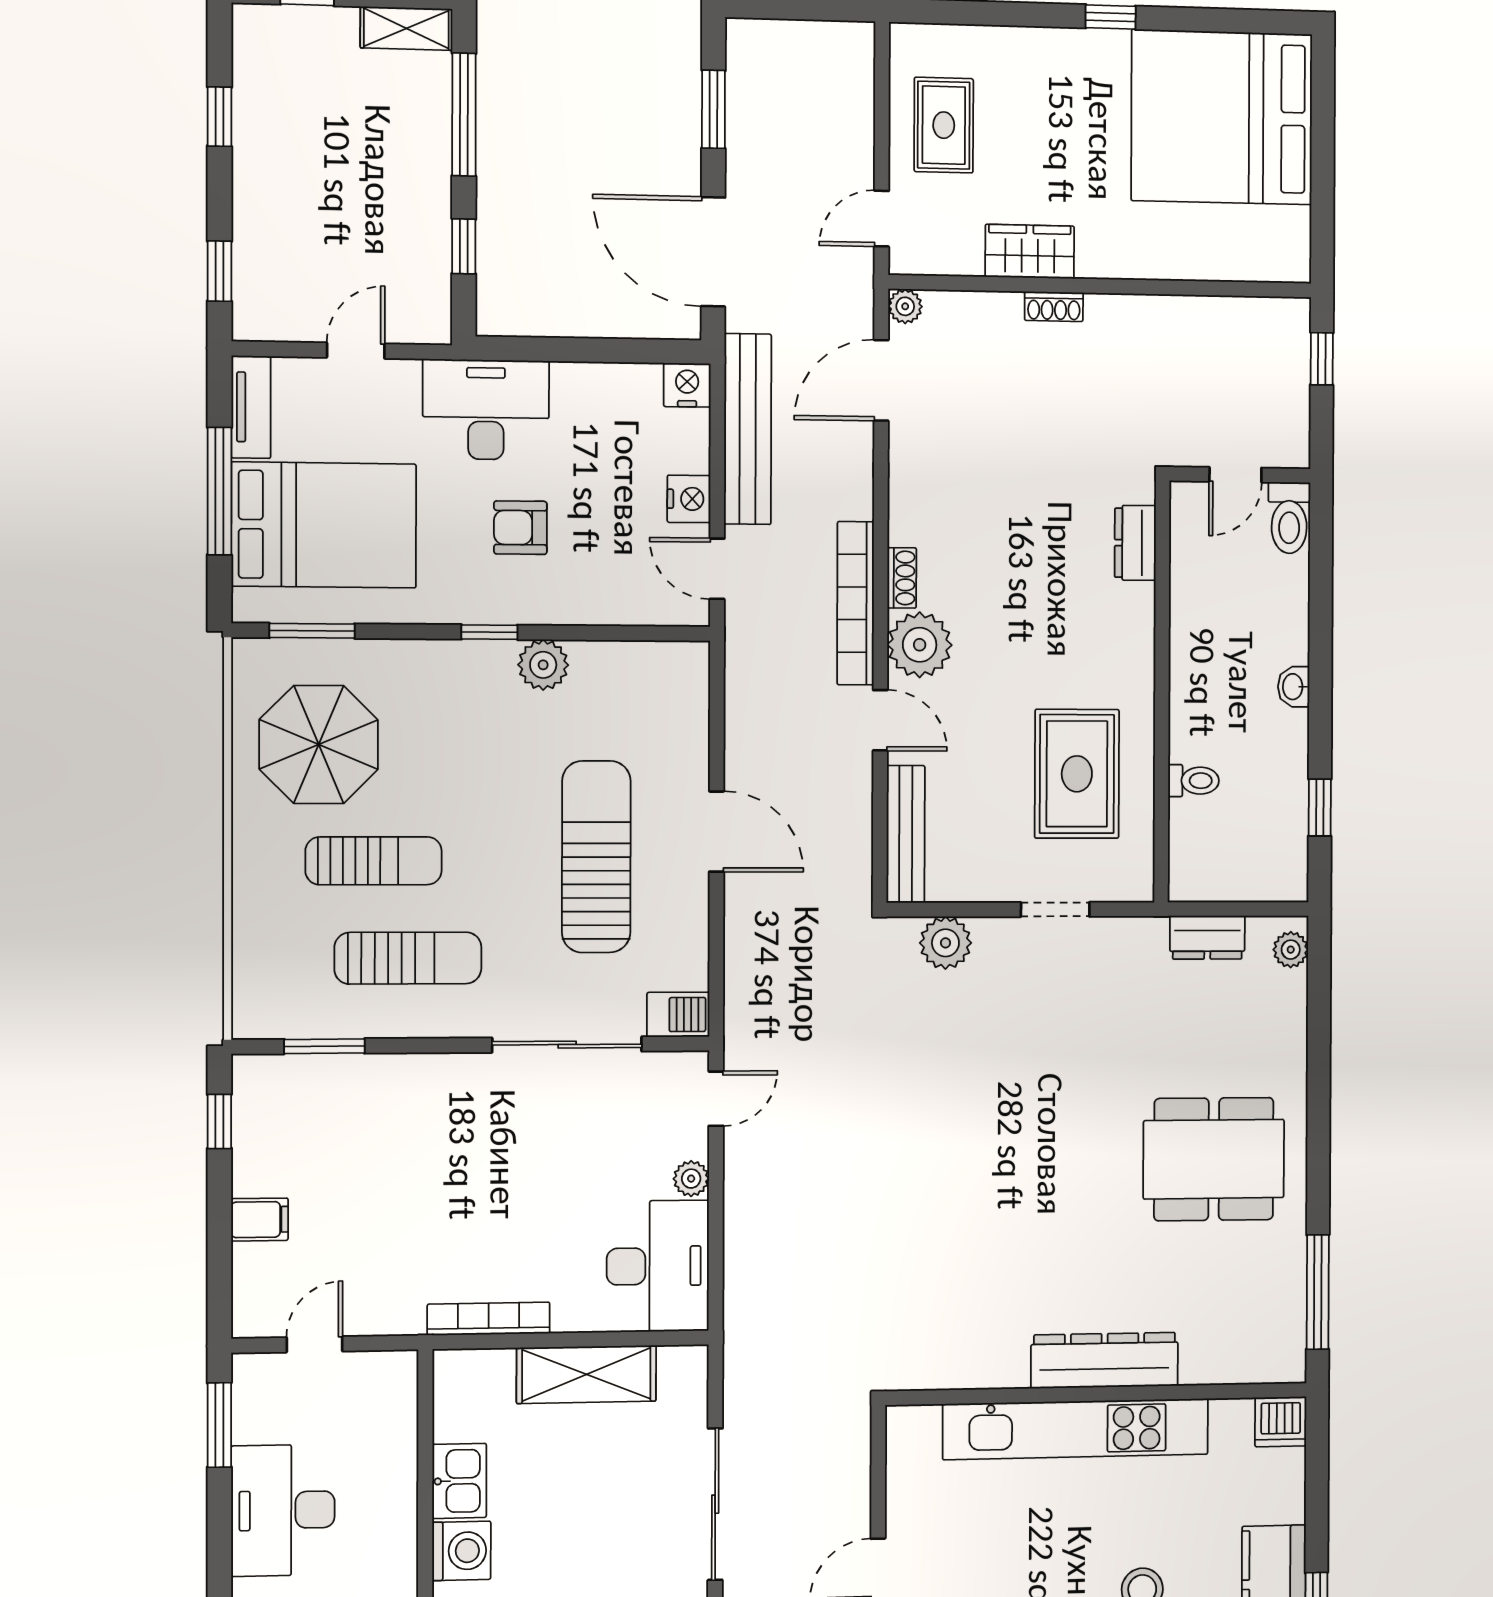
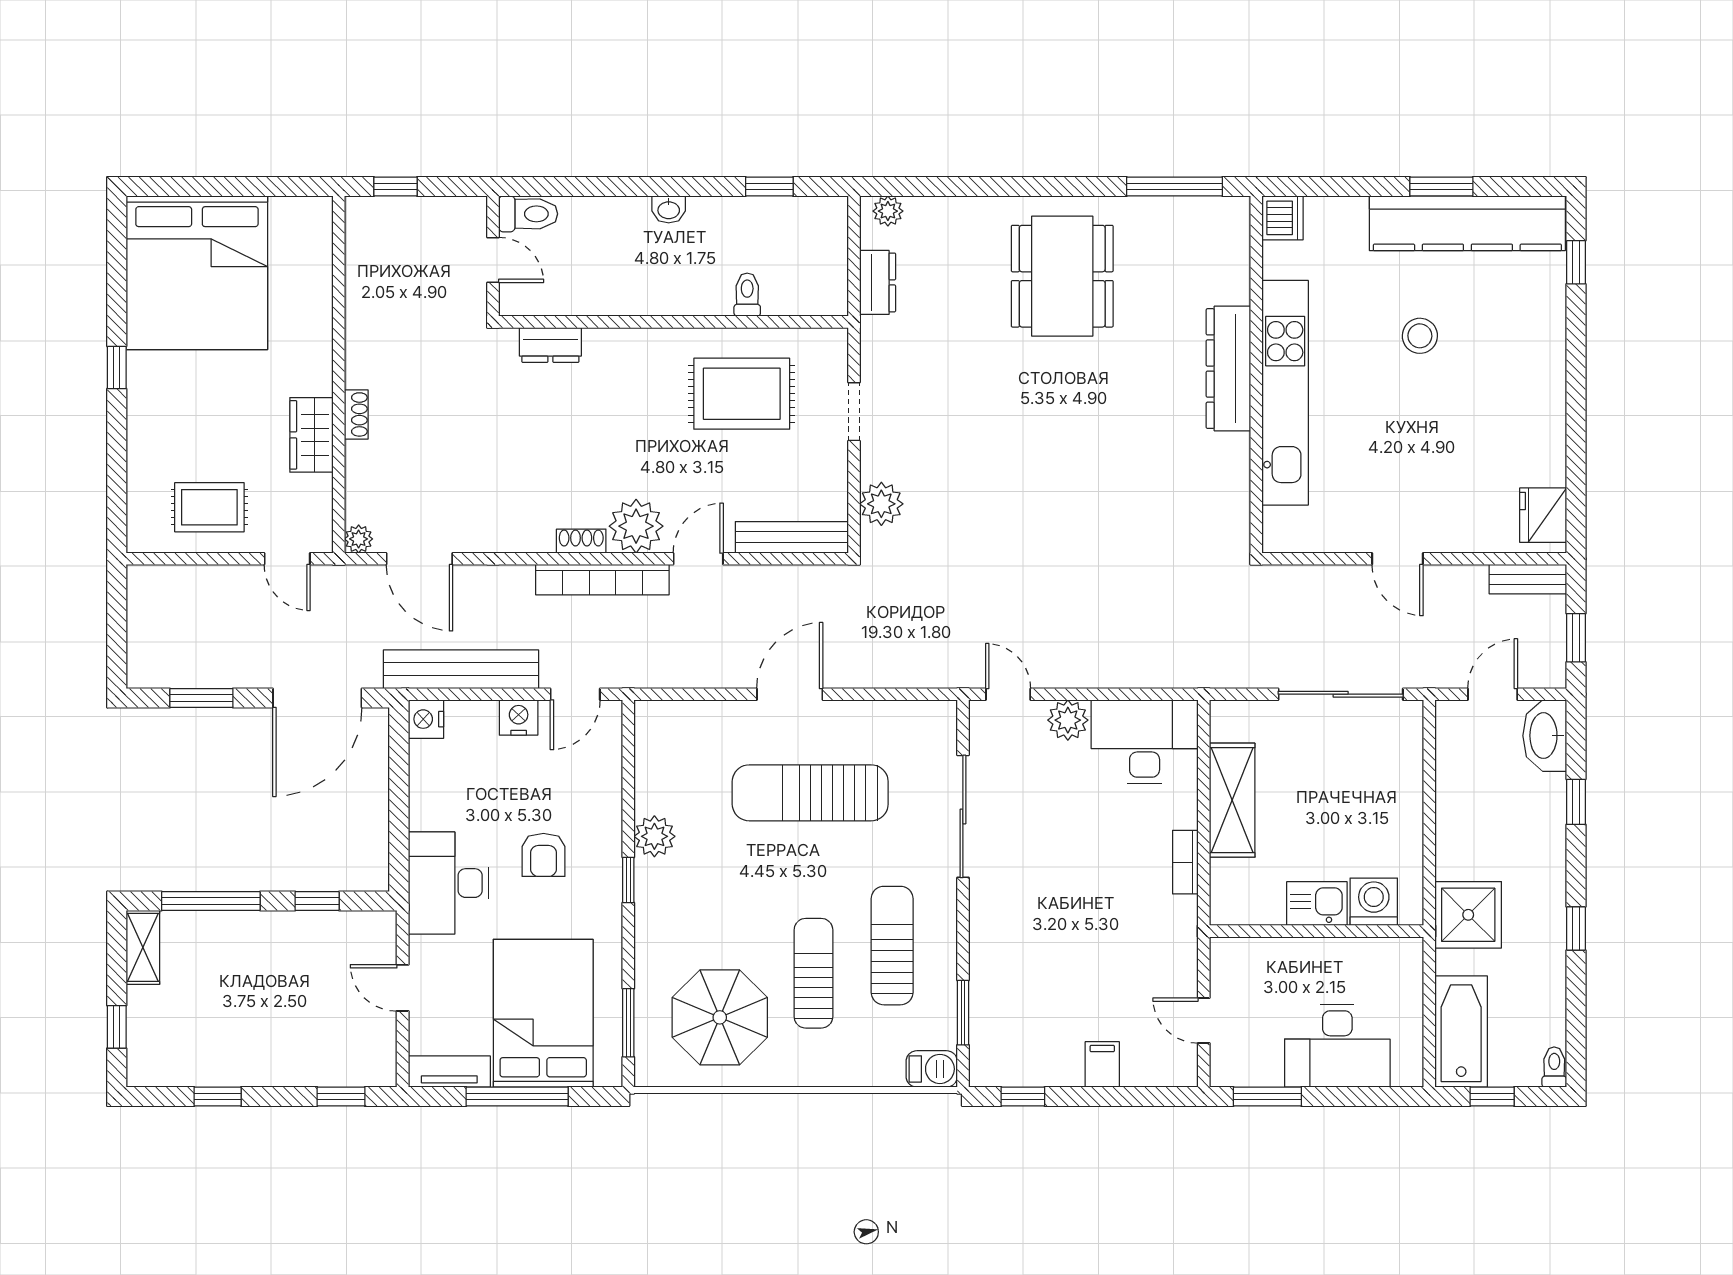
barbecue: (678, 1015) -> (932, 1069), moved, turned 90
plant: (691, 1179) -> (1068, 720), width x1.38, depth x1.38
bookcase: (489, 1319) -> (1185, 862), width x0.64

